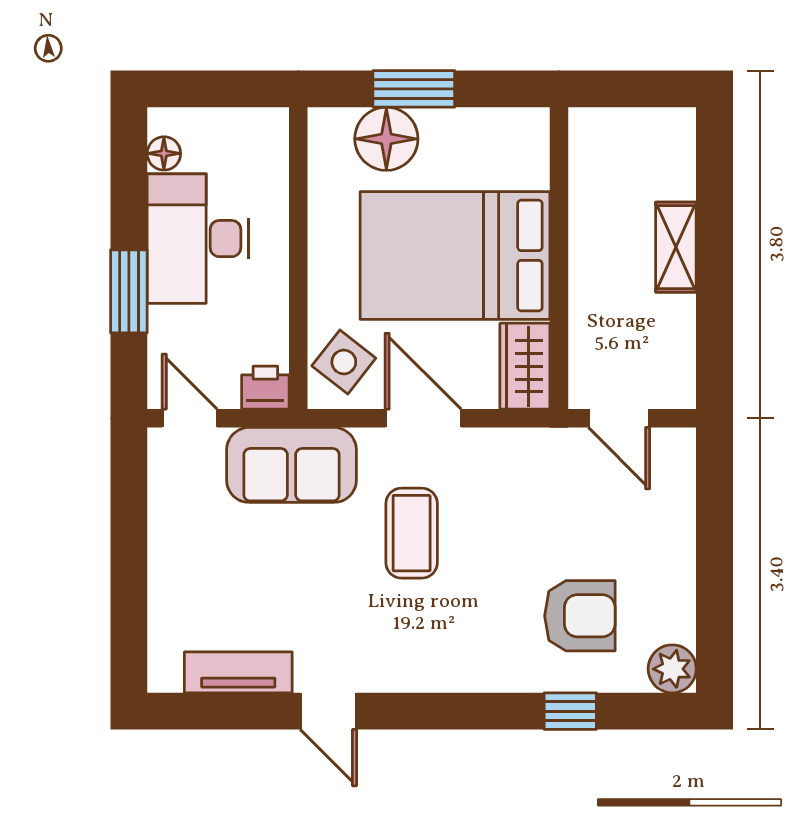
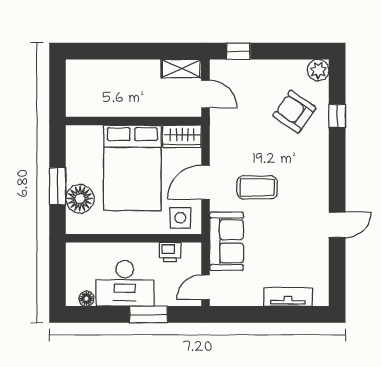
shelving: (676, 247) -> (181, 68), moved
side table: (344, 362) -> (180, 218), turned -38
printer: (265, 388) -> (170, 252), moved, turned -90
door: (619, 418) -> (206, 94), hinge flipped
window: (715, 491) -> (238, 51), added
armchair: (580, 616) -> (294, 112), turned -55
tv unit: (238, 672) -> (288, 297), moved, turned 90

